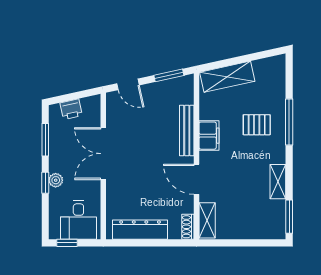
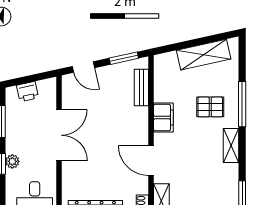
shelving: (227, 77) -> (204, 55), moved
bench: (187, 131) -> (141, 87), moved, width x0.73
double door: (103, 154) -> (59, 135), swing flipped
shelving: (278, 182) -> (231, 146), moved

